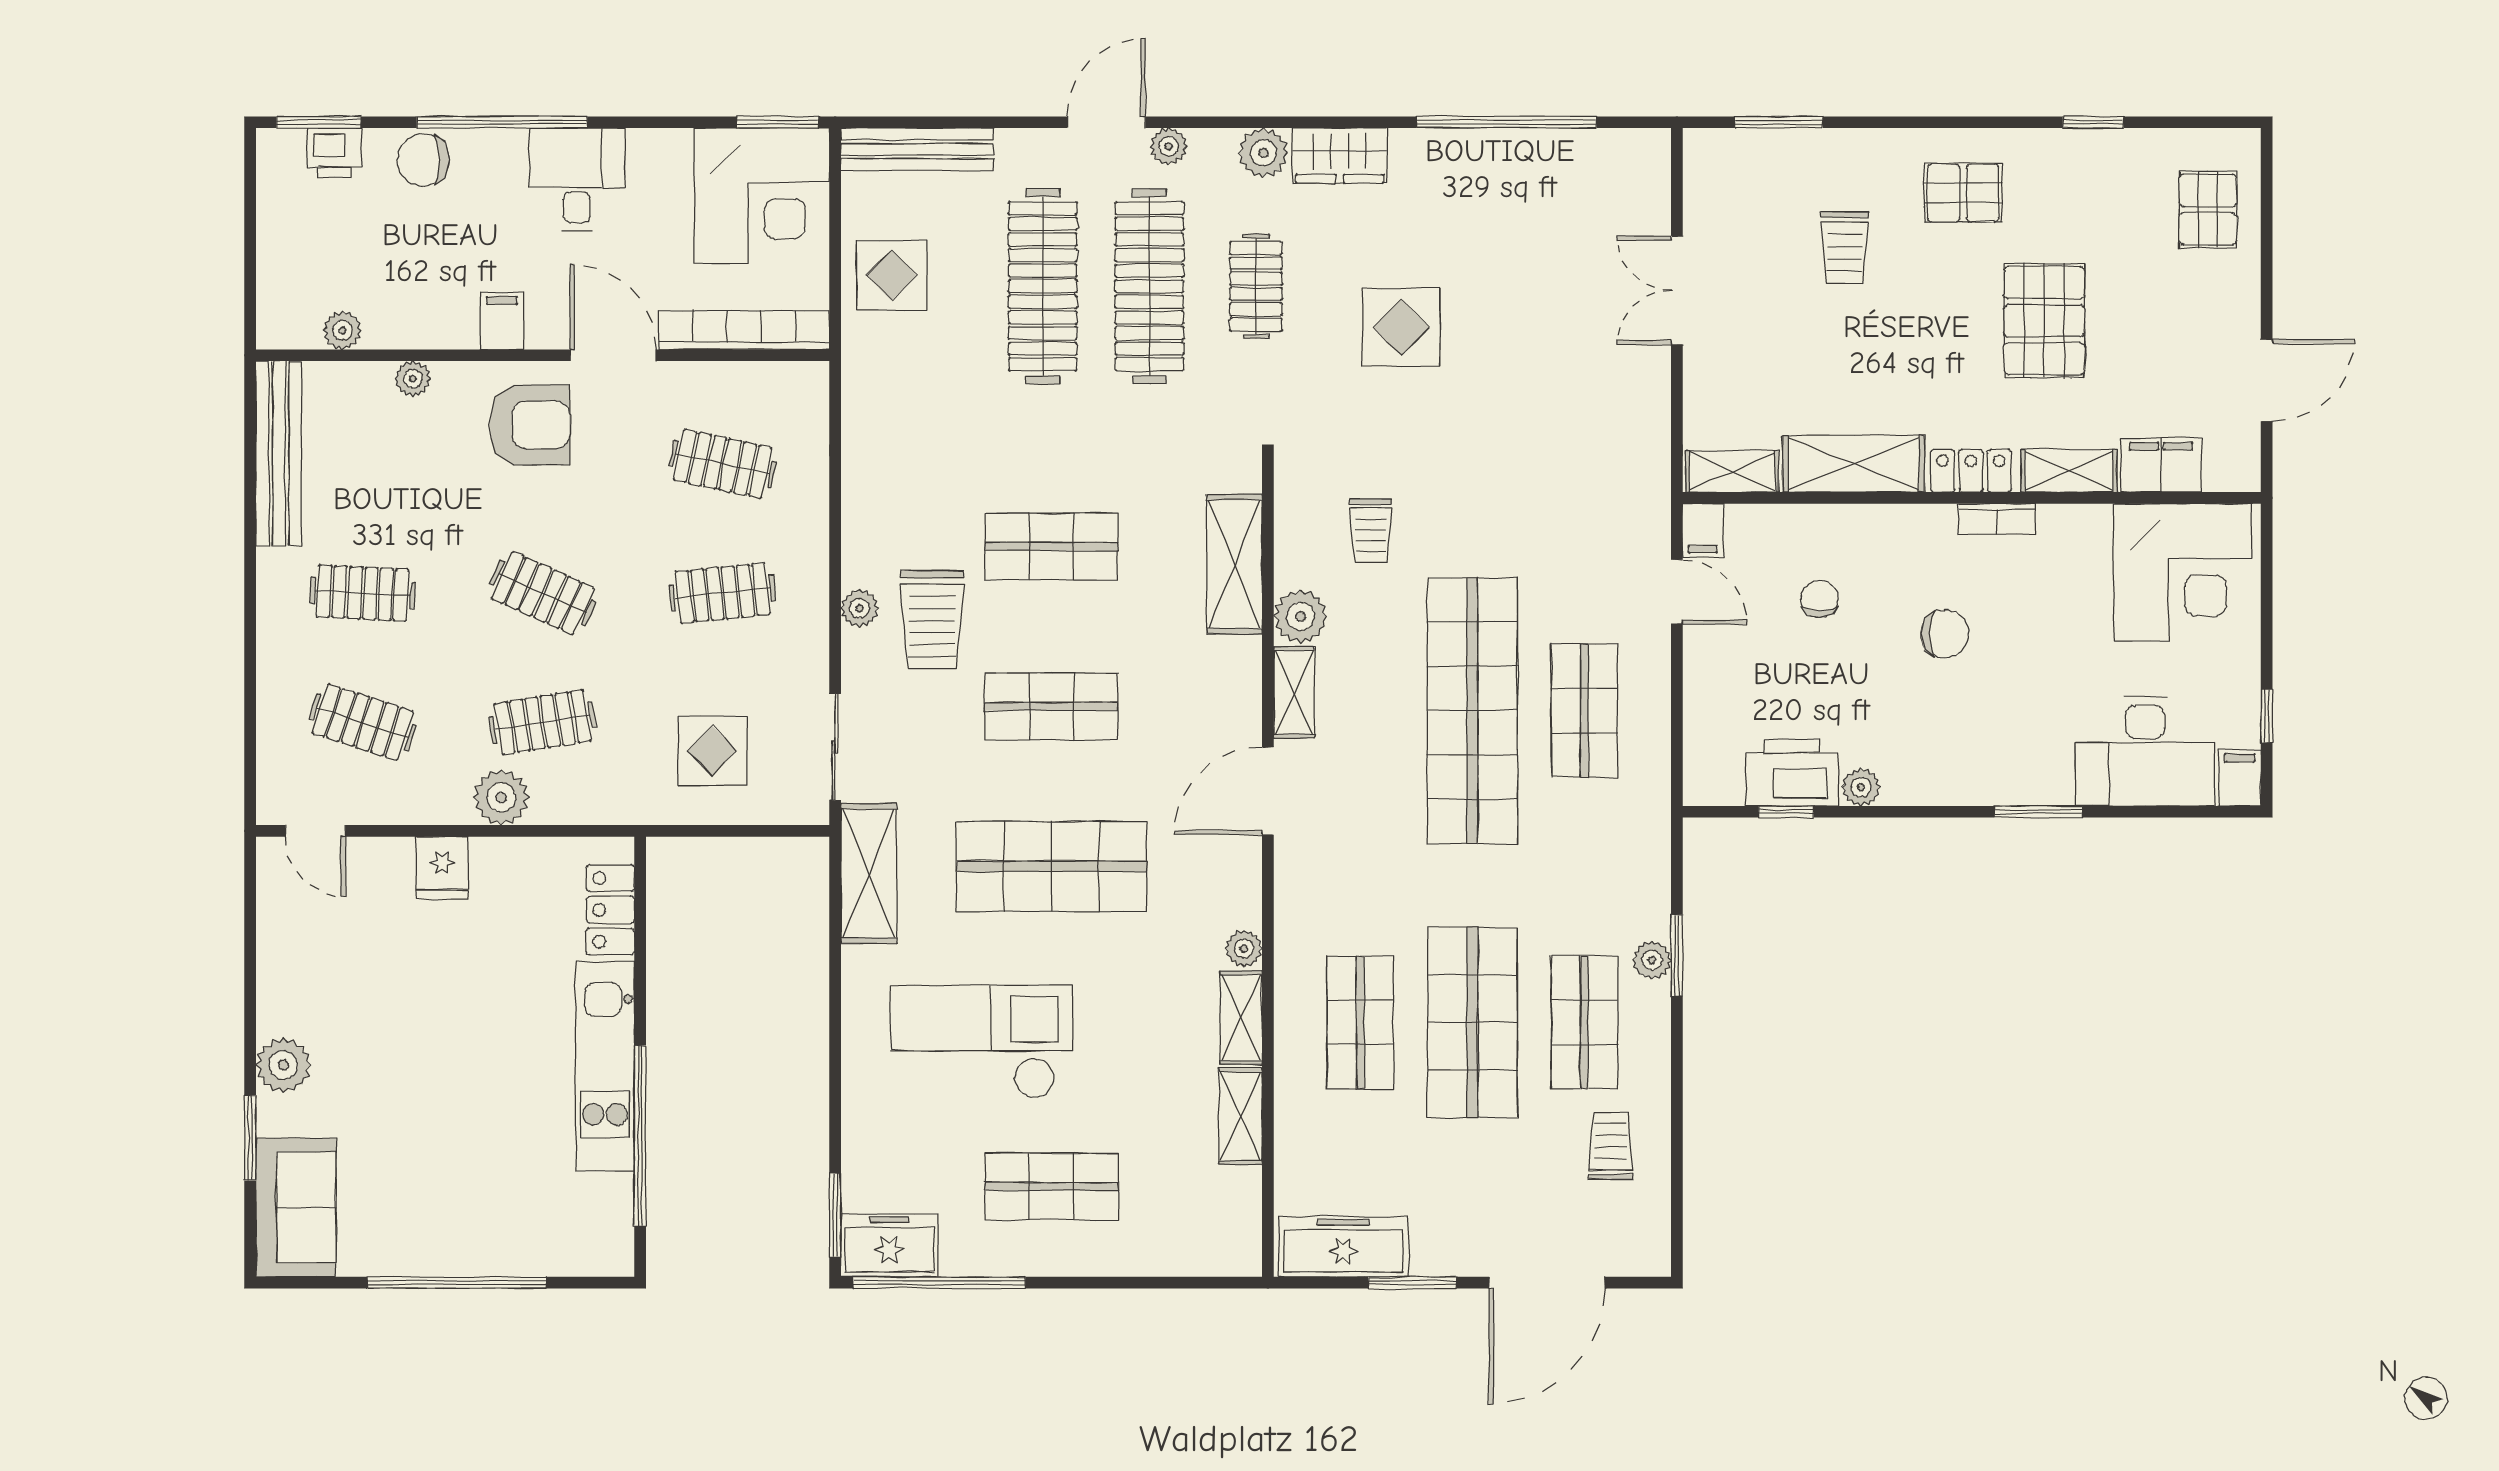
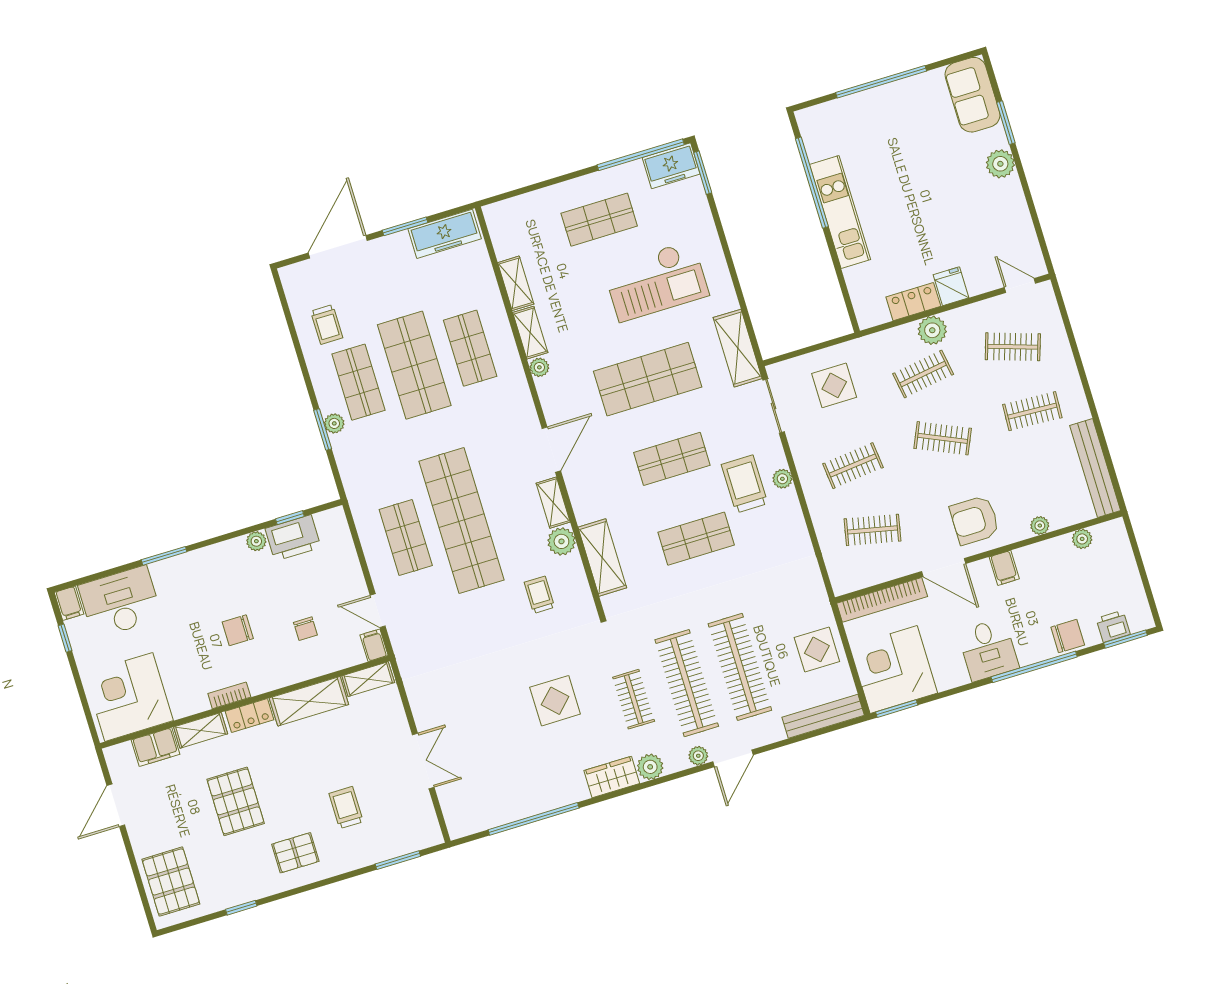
pallet: (2208, 210) -> (171, 882), width x1.50, depth x1.42
locker: (610, 910) -> (913, 302), moved, turned -90

